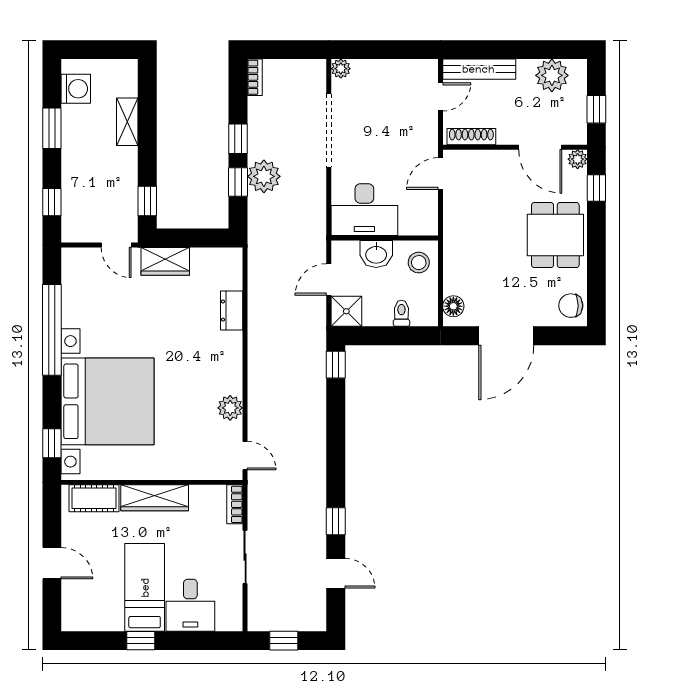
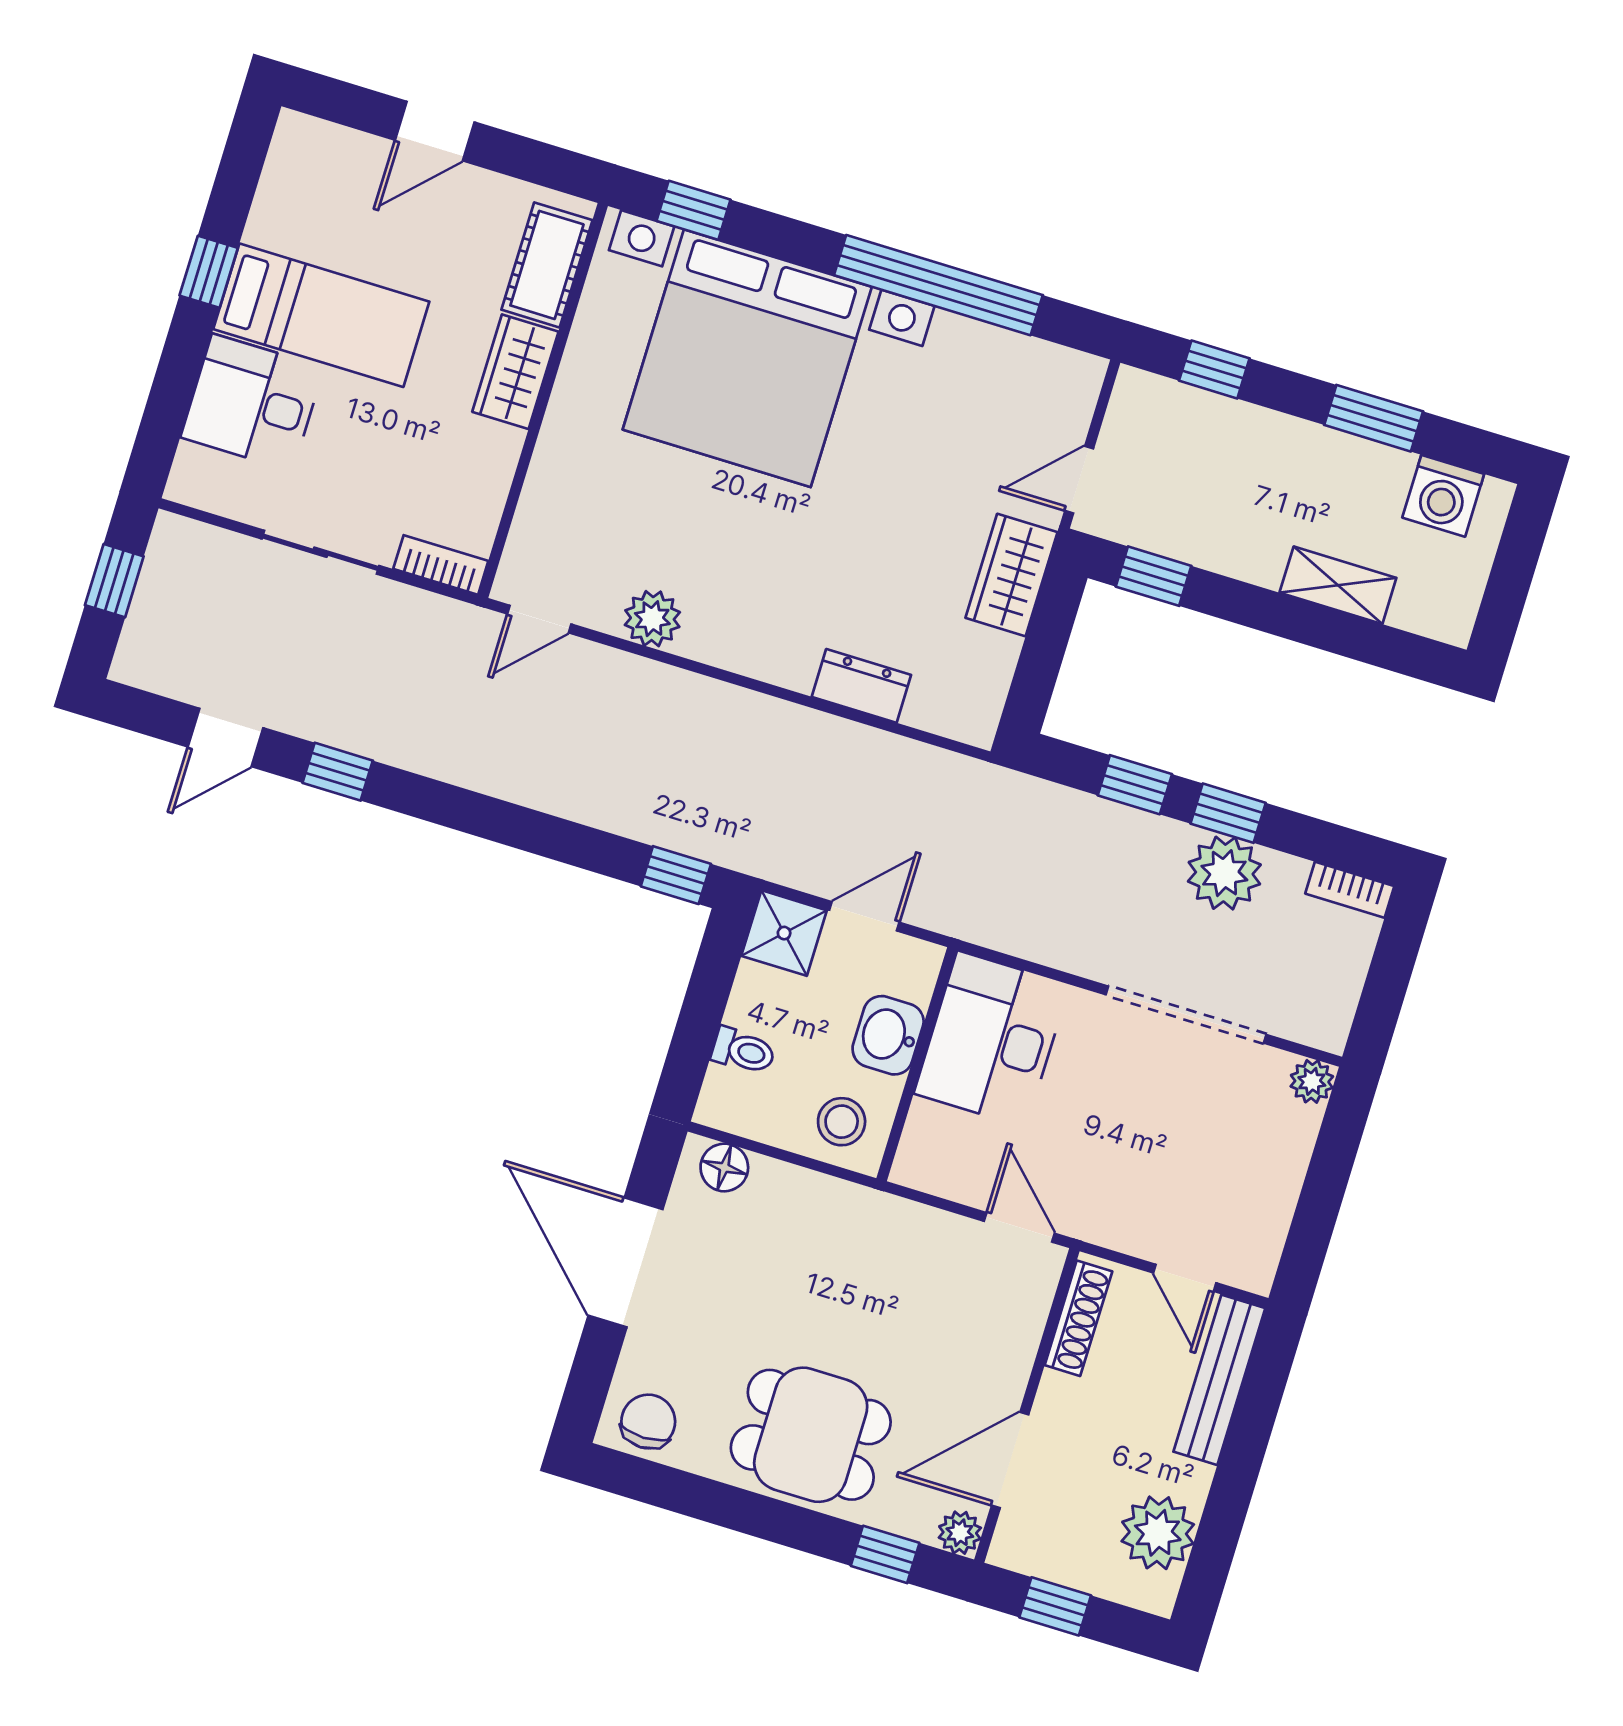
plant: (264, 176) -> (1224, 873), moved
door: (329, 279) -> (864, 916), hinge flipped
wardrobe: (155, 498) -> (515, 372), width x0.67

